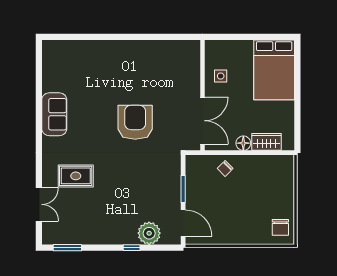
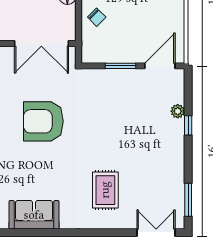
double door: (202, 121) -> (41, 43), swing flipped
double door: (39, 204) -> (156, 233), moved
plant: (149, 233) -> (178, 111), width x0.53, depth x0.53

